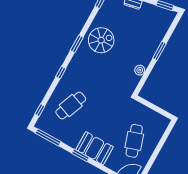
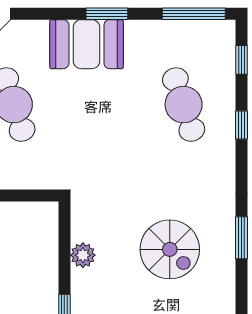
spiral stairs: (101, 40) -> (170, 249), moved, turned -90
window: (61, 73) -> (241, 125), moved
cafe table: (71, 106) -> (184, 105), turned -39

